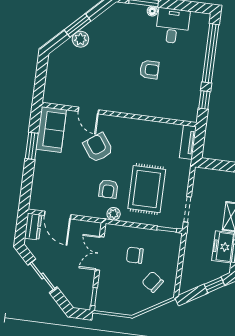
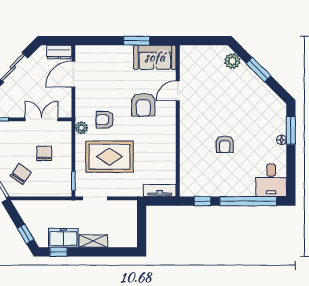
desk: (173, 26) -> (271, 180), moved, turned 90
plant: (80, 39) -> (232, 61), moved
armchair: (98, 148) -> (143, 105), turned 126

